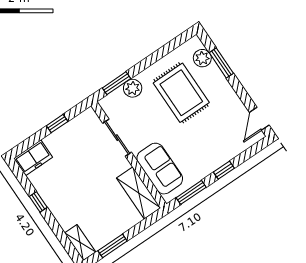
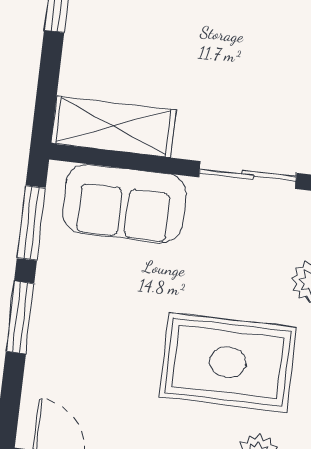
window: (224, 170) -> (20, 317), width x1.50

